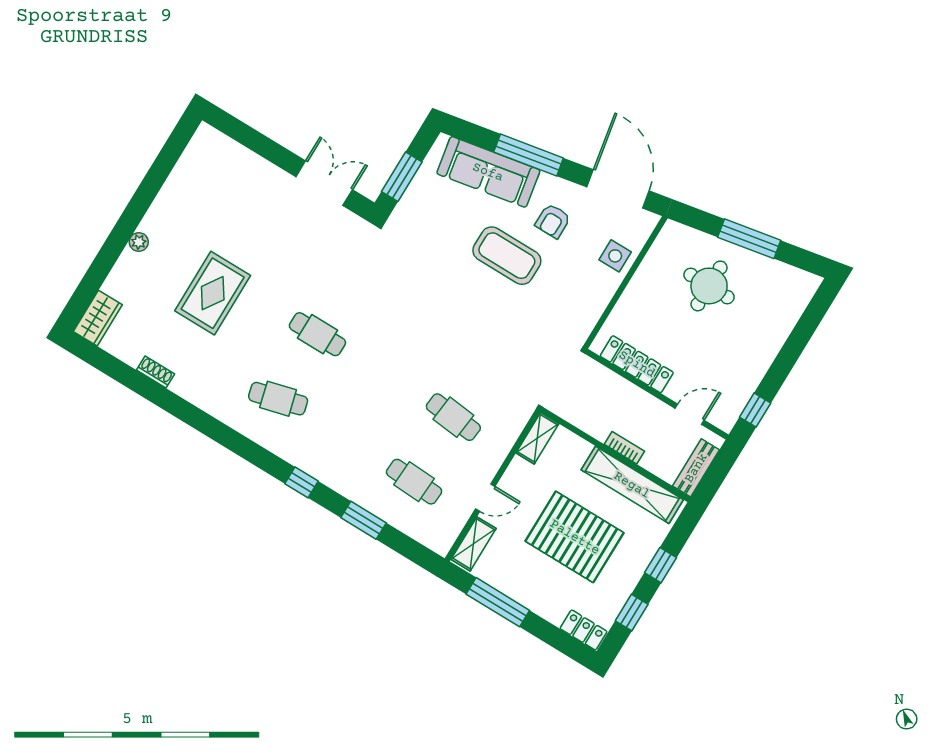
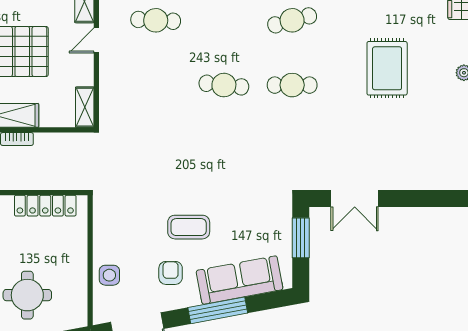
coffee table: (507, 256) -> (189, 227), width x0.73, depth x0.76
cafe table: (453, 417) -> (224, 85), moved

